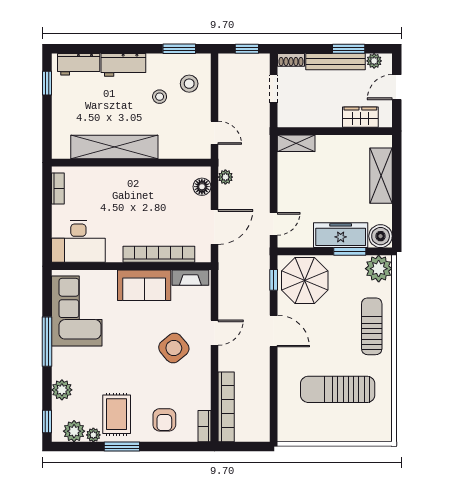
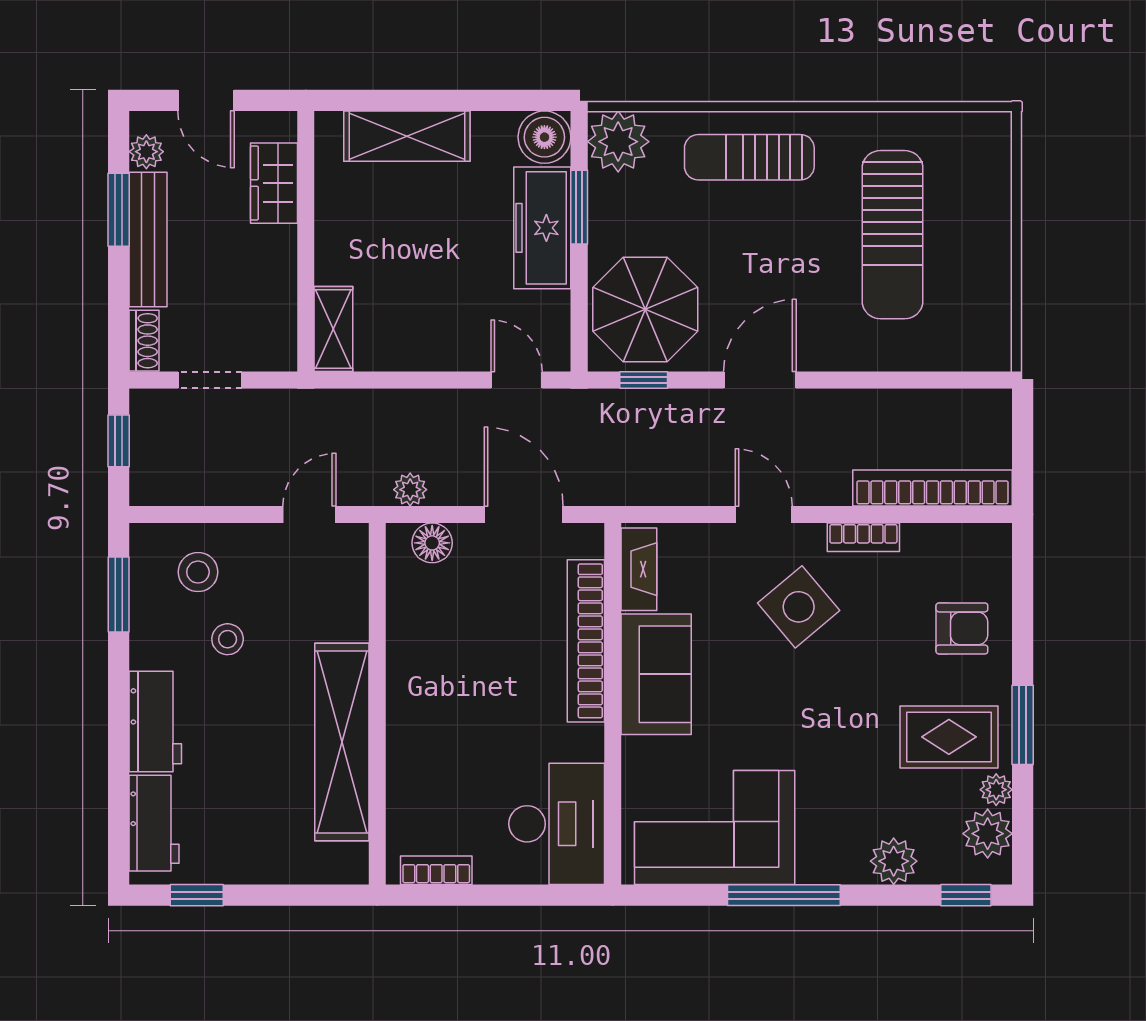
bookcase: (204, 426) -> (863, 537), moved

